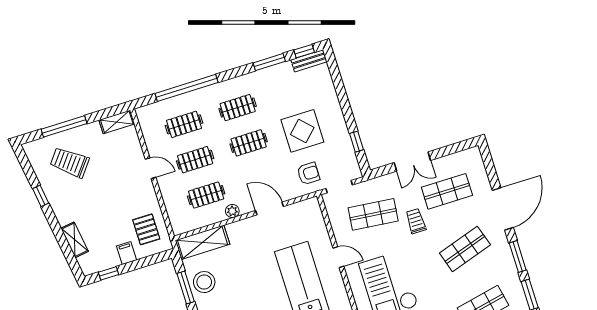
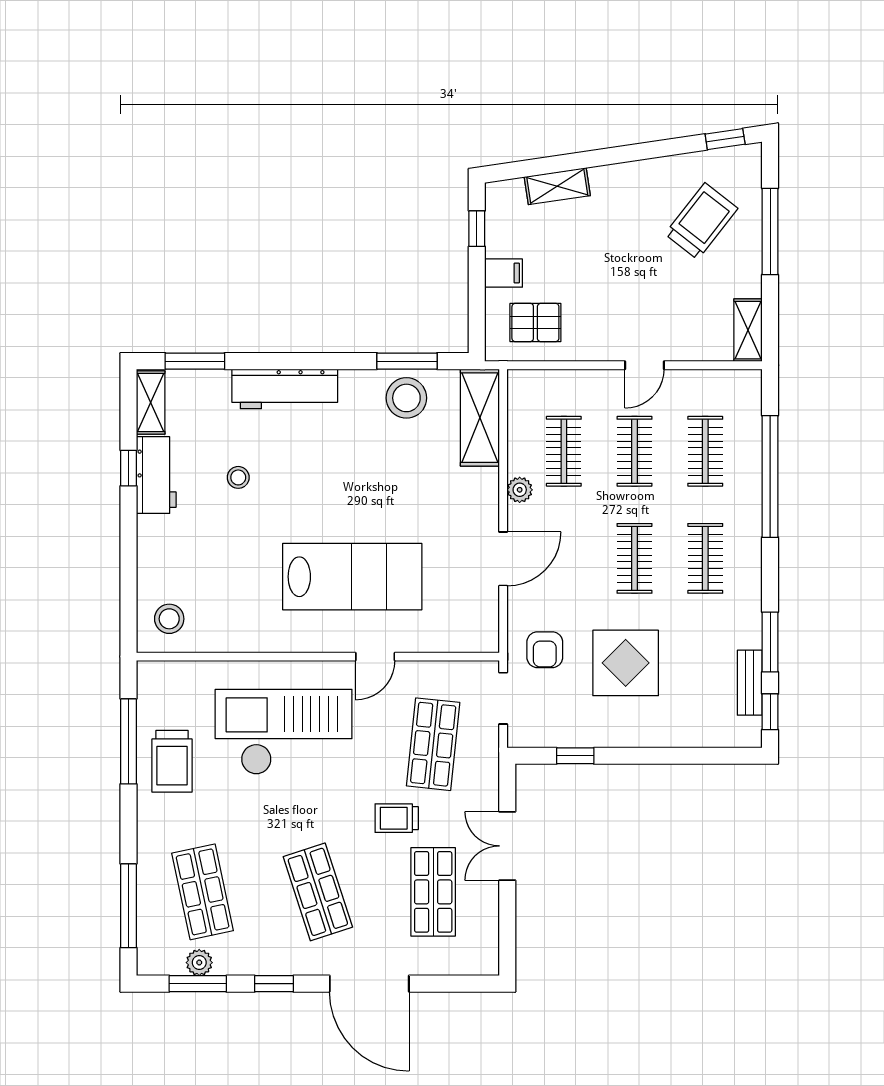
bench: (309, 61) -> (750, 683), moved
window: (41, 196) -> (725, 139), moved
trolley: (416, 221) -> (397, 818), turned 180
window: (518, 256) -> (274, 984), width x0.67
plant: (519, 297) -> (199, 963), added

